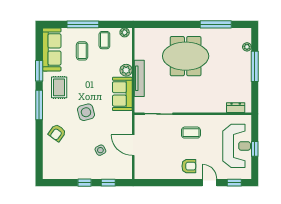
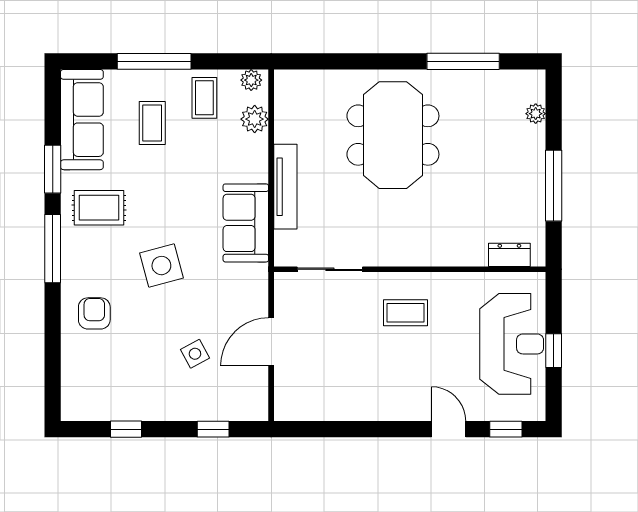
meeting table: (186, 56) -> (393, 135), turned 90
window: (255, 66) -> (554, 186), moved
plant: (126, 70) -> (255, 119), moved
rug: (59, 87) -> (99, 208), turned 90
armchair: (57, 133) -> (94, 313), turned 144
door: (133, 145) -> (271, 342), hinge flipped
armchair: (189, 166) -> (400, 391), removed
window: (85, 183) -> (126, 429), moved

